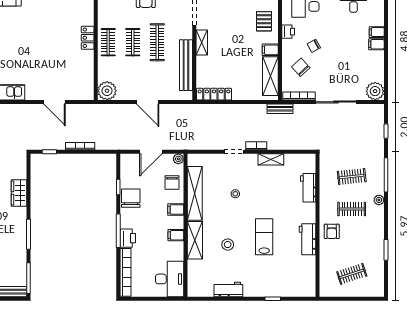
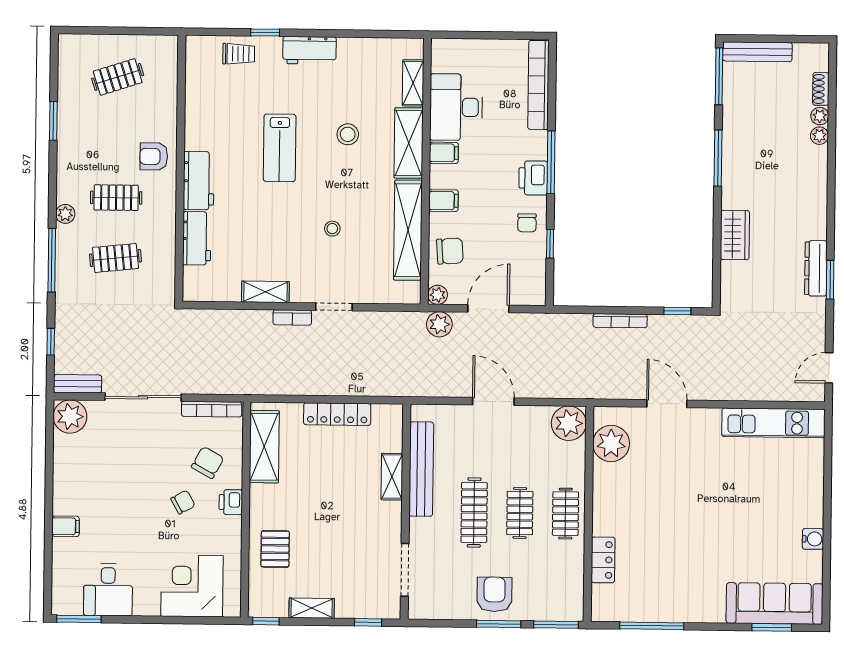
printer: (288, 32) -> (231, 502), moved
locker: (88, 38) -> (603, 560), moved
shelving: (202, 43) -> (392, 477), moved
filing cabinet: (376, 44) -> (66, 504), removed
filing cabinet: (270, 50) -> (264, 496), removed
chair: (301, 67) -> (208, 462), turned -108
plant: (84, 80) -> (611, 444), added
locker: (214, 94) -> (337, 414), moved
bench: (280, 109) -> (78, 384), moved
plant: (177, 143) -> (439, 324), added
chair: (172, 182) -> (450, 251), turned 86
chair: (131, 198) -> (527, 223), width x0.54, depth x0.54
armchair: (332, 231) -> (154, 156), turned -90
printer: (128, 238) -> (533, 178), moved
workbench: (307, 239) -> (199, 181), moved
shelving: (193, 273) -> (413, 83), added
desk: (170, 279) -> (456, 107), moved
trolley: (287, 287) -> (239, 54), added
workbench: (228, 289) -> (309, 50), moved

